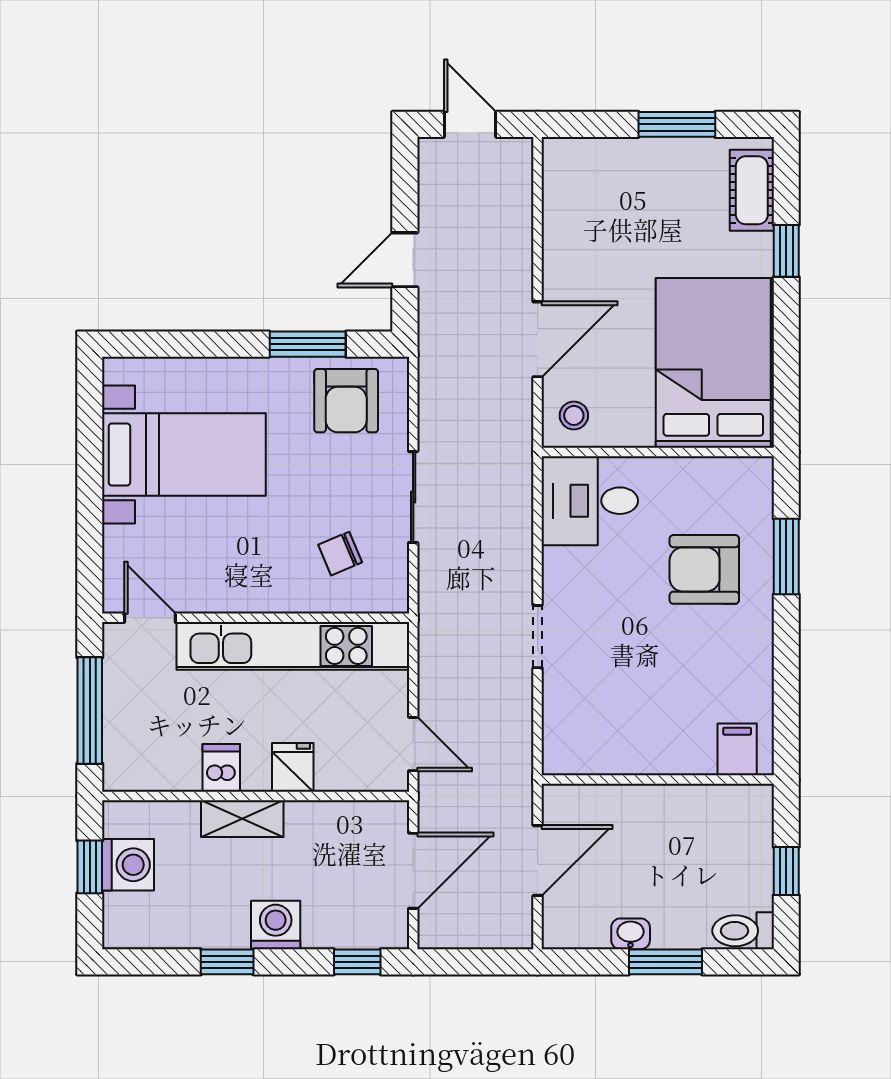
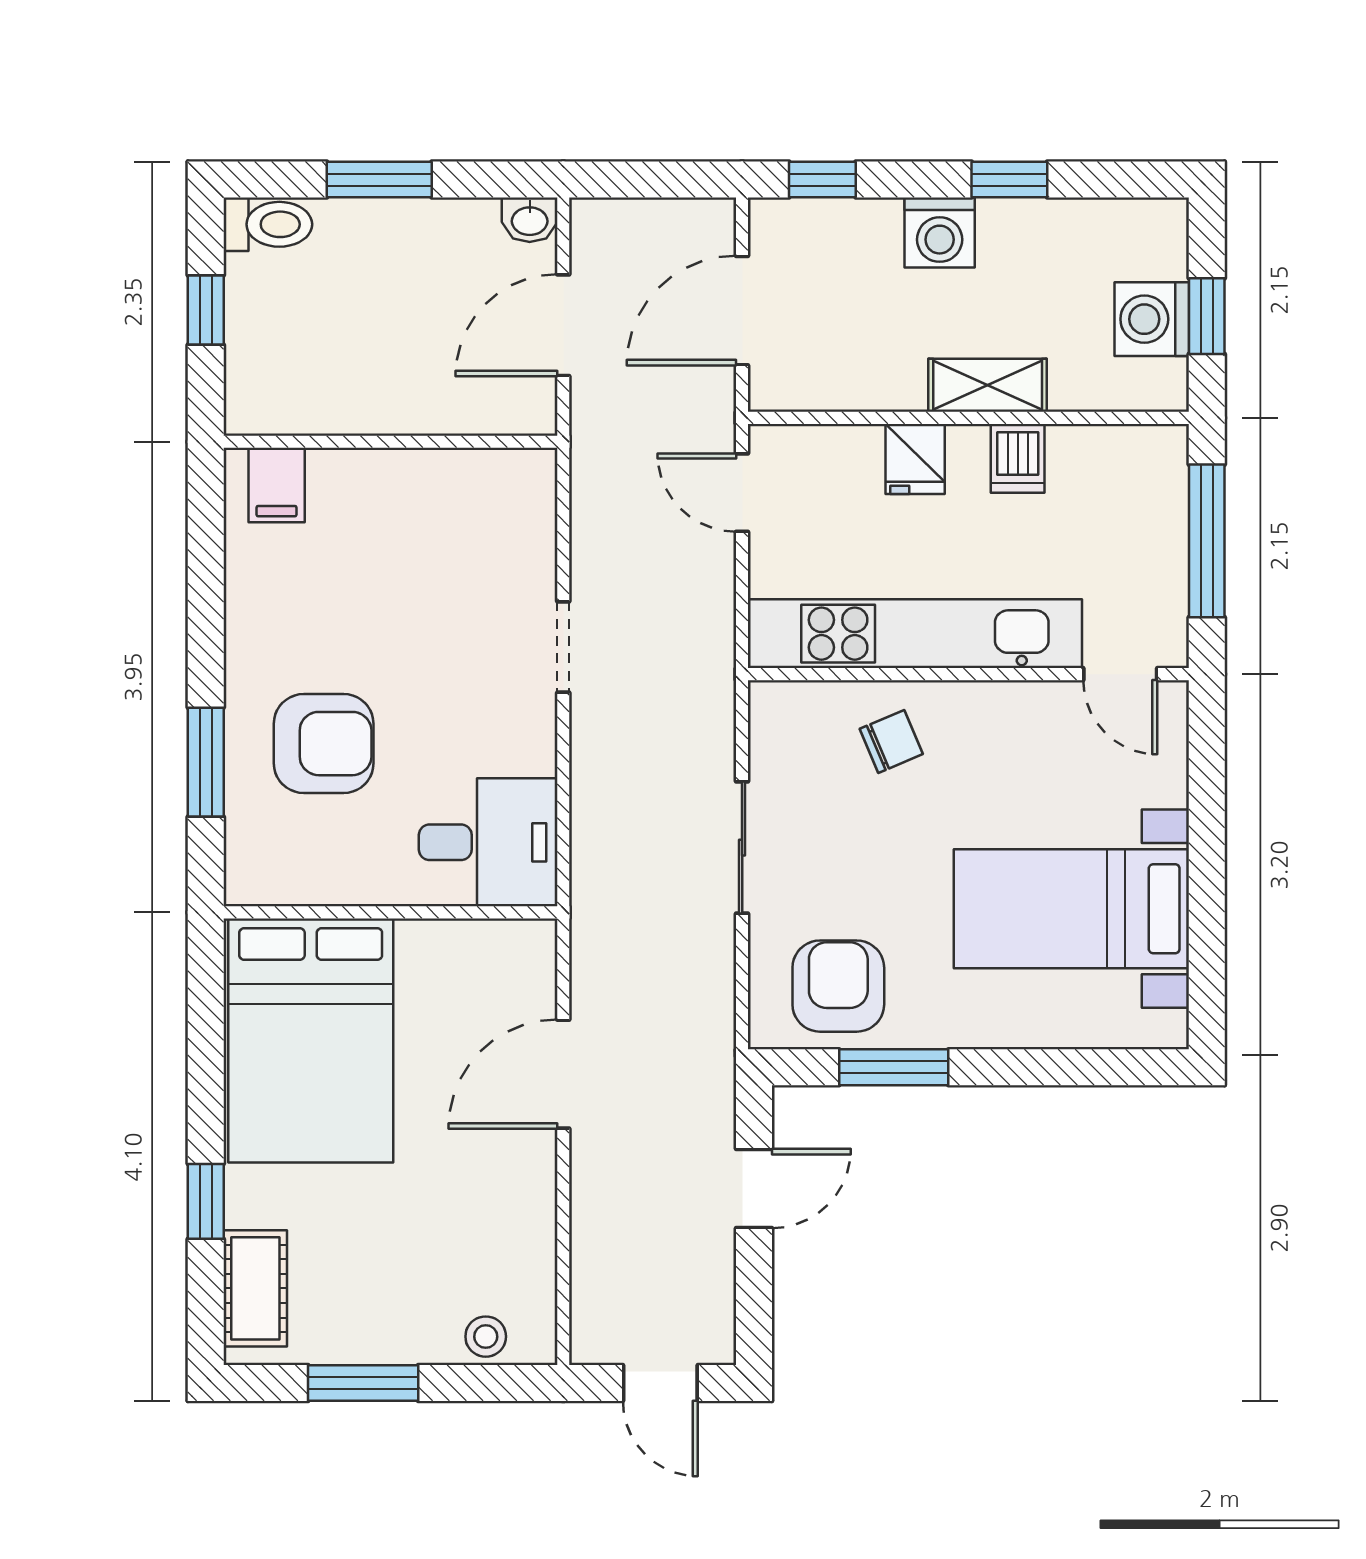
stool: (574, 415) -> (486, 1337), moved
chair: (340, 554) -> (891, 741), moved
washbasin: (631, 934) -> (530, 220), moved

